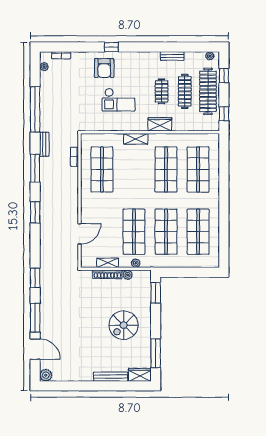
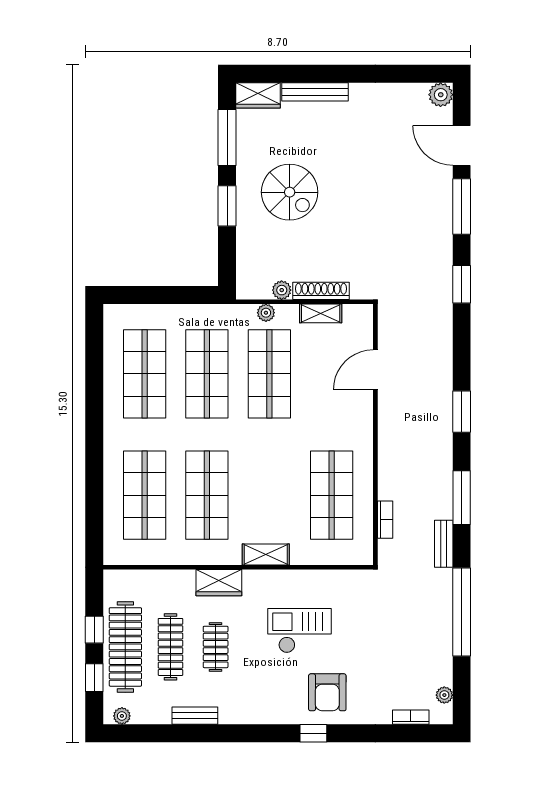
armchair: (104, 68) -> (327, 692), turned 180
window: (224, 114) -> (94, 630), moved
window: (156, 293) -> (227, 206), moved
spiral stairs: (124, 325) -> (290, 192), turned 90

